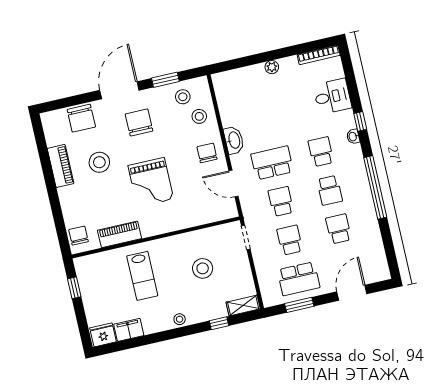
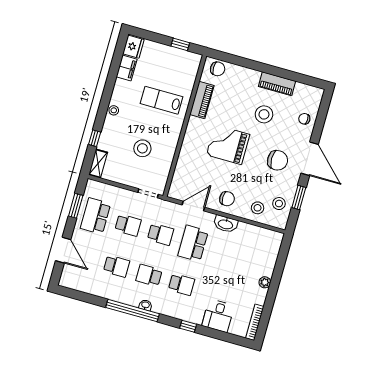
chair: (81, 118) -> (304, 119), width x0.54, depth x0.54
washbasin: (353, 137) -> (145, 305), moved
school desk: (272, 163) -> (193, 243), turned 180

